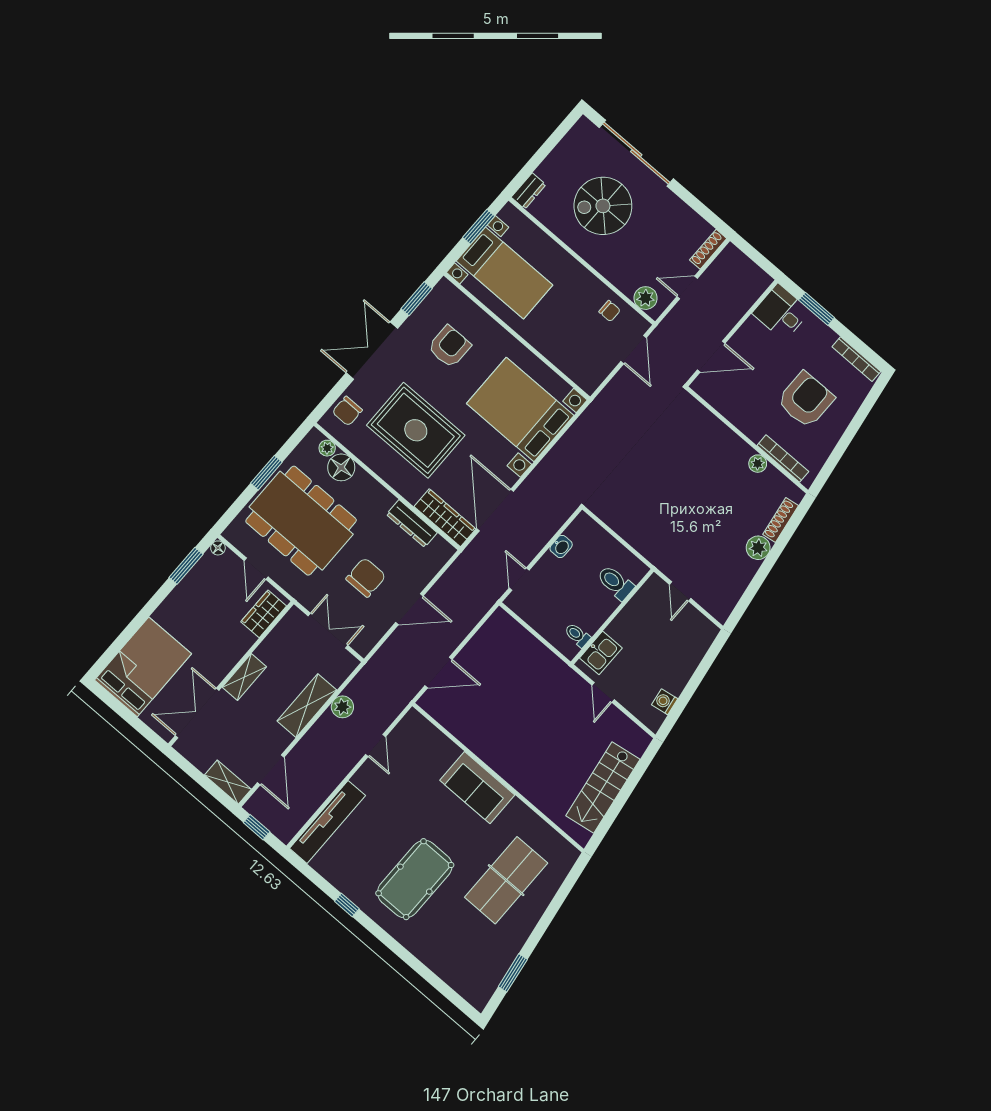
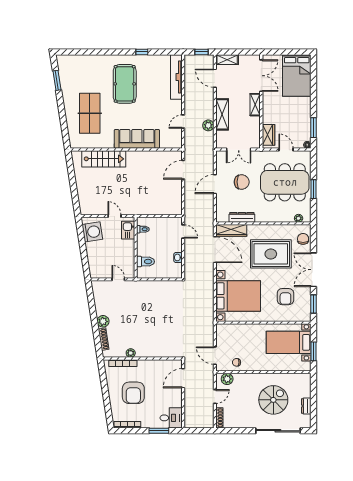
dresser: (529, 191) -> (306, 406), moved
double door: (372, 351) -> (313, 270), swing flipped
floor lamp: (341, 467) -> (287, 216), removed
chair: (366, 577) -> (242, 182), turned -90
washing machine: (665, 702) -> (92, 232), width x1.89, depth x1.89
door: (376, 745) -> (183, 122), hinge flipped
sofa: (477, 788) -> (137, 139), width x1.36
stairs: (603, 788) -> (104, 159), moved, turned 99

